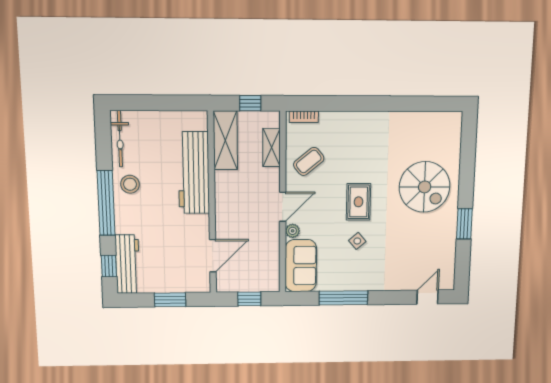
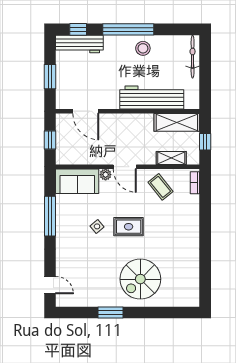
bicycle: (120, 139) -> (193, 57), moved, turned 90

